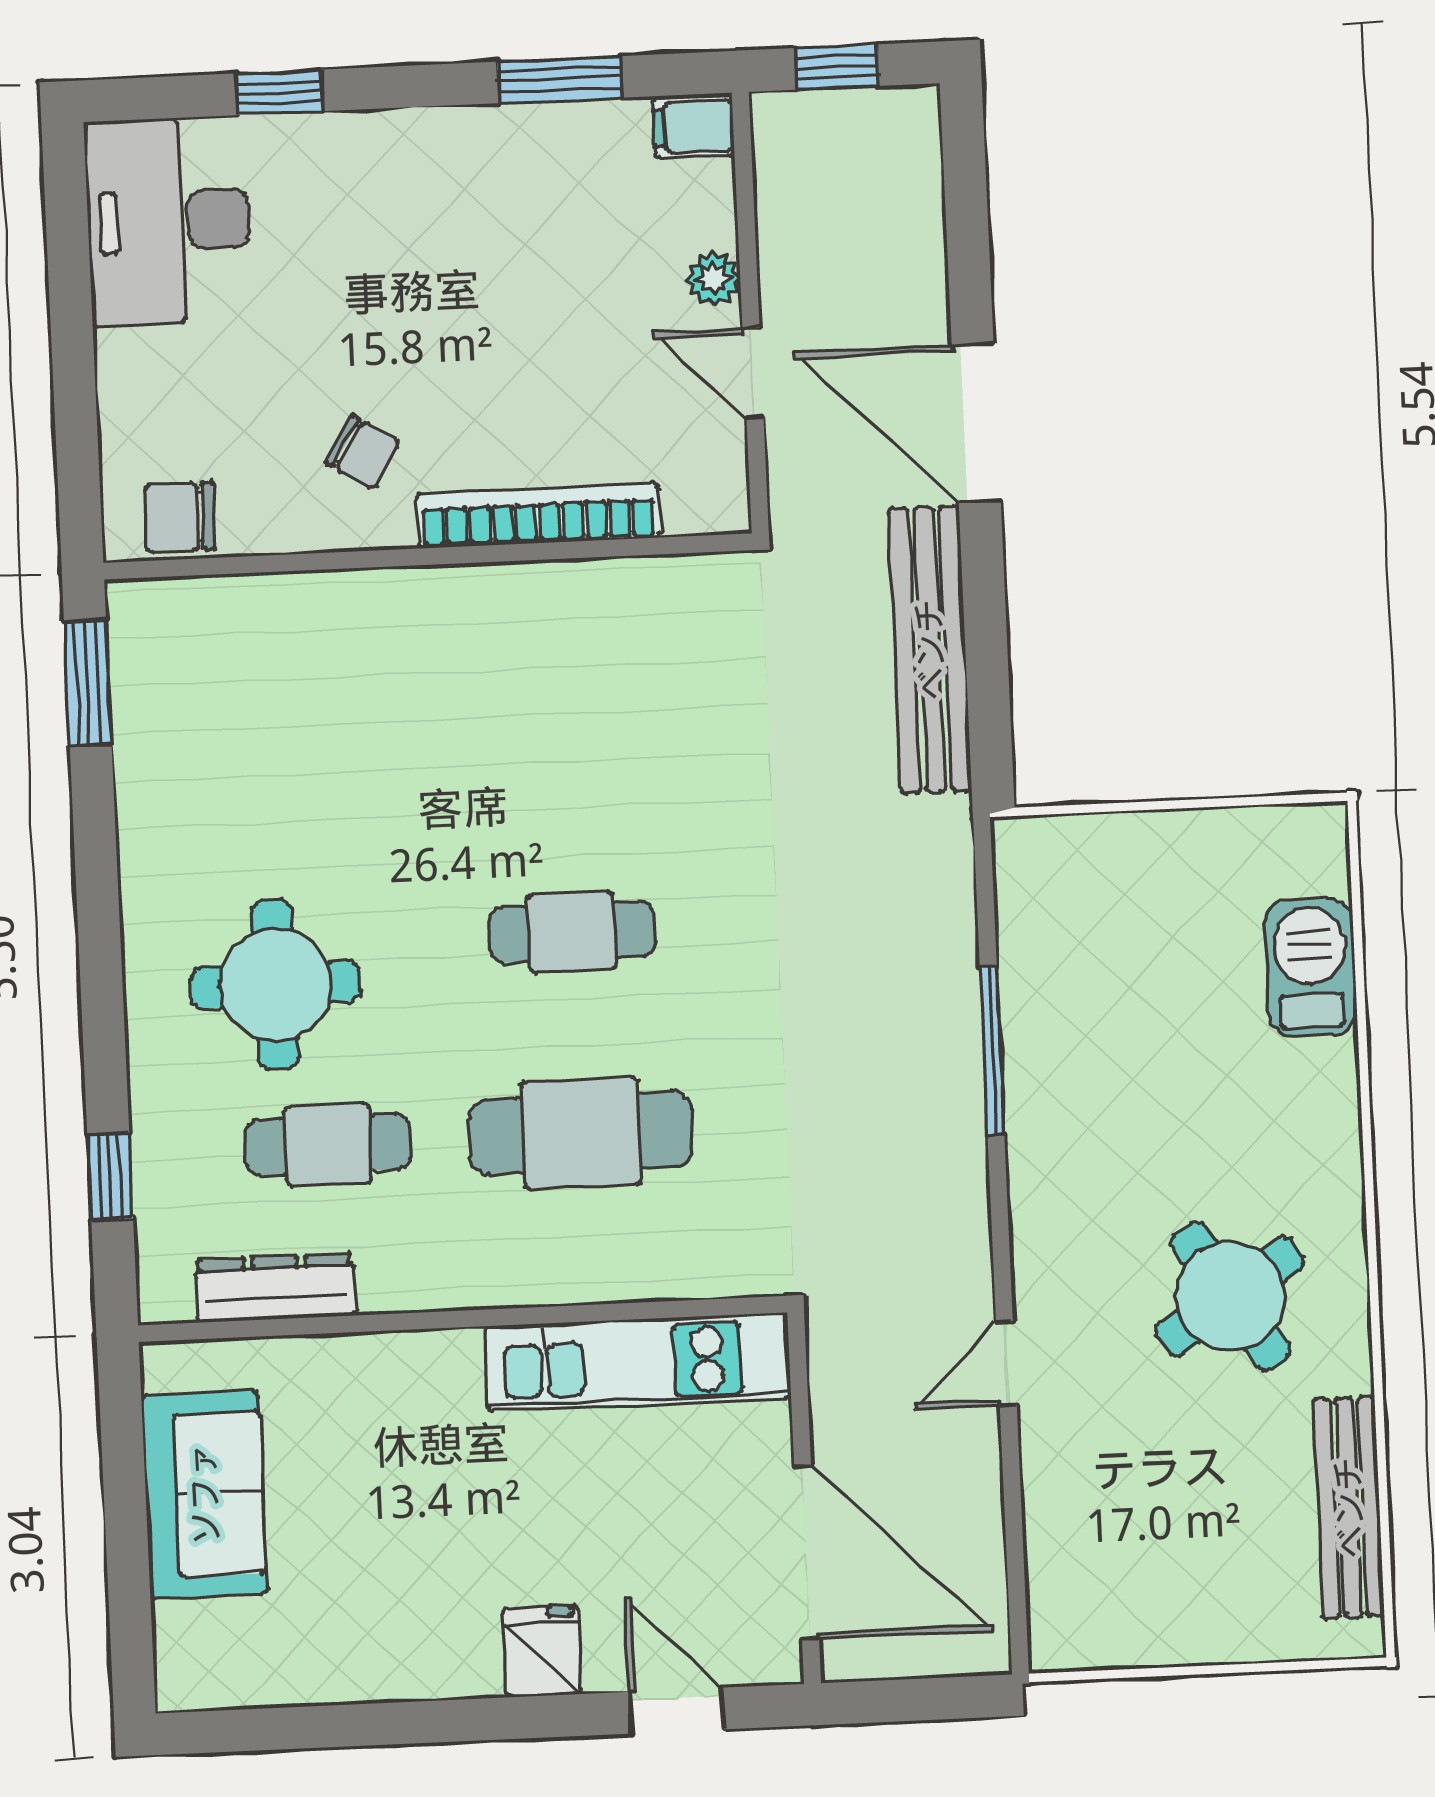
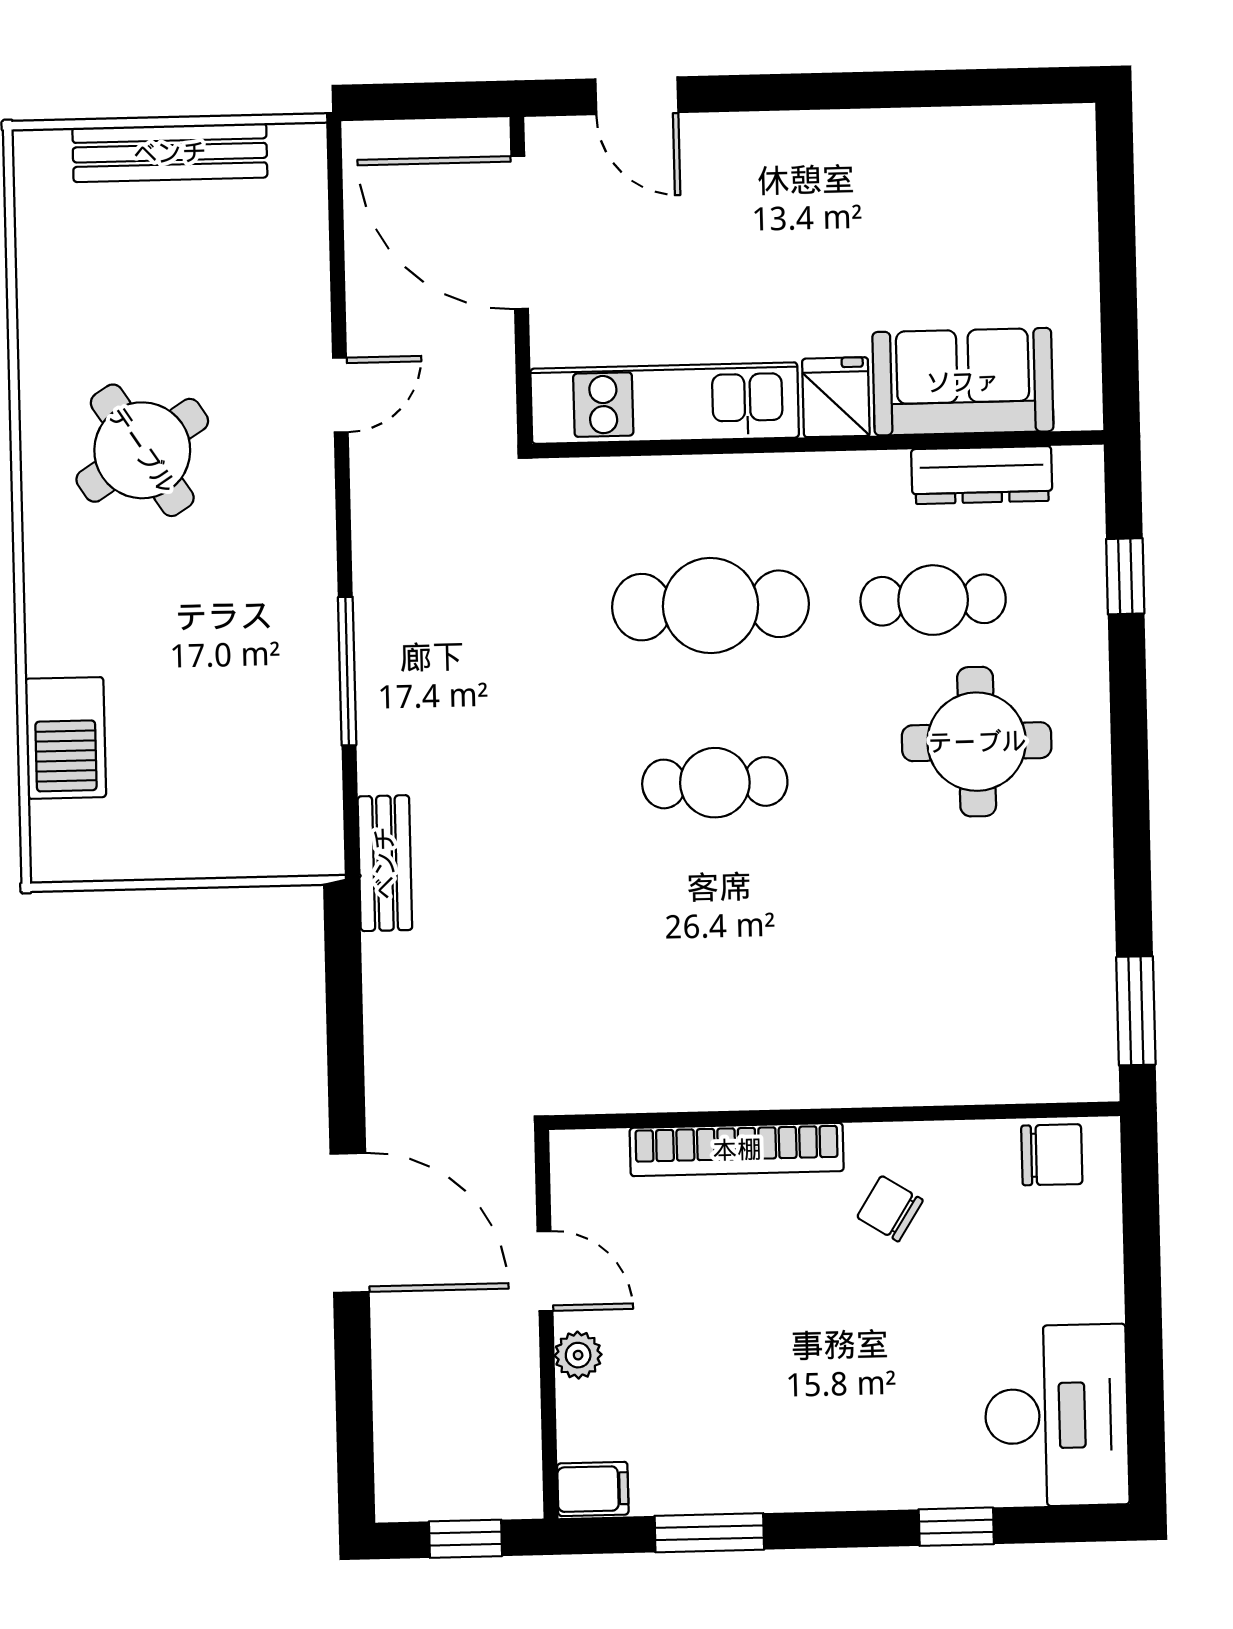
bench: (930, 650) -> (385, 863), moved, width x0.54, depth x0.82
sofa: (204, 1494) -> (963, 382), moved, turned 90
bench: (1349, 1508) -> (170, 153), moved, turned 90
fridge: (542, 1651) -> (836, 397), moved, turned 180

